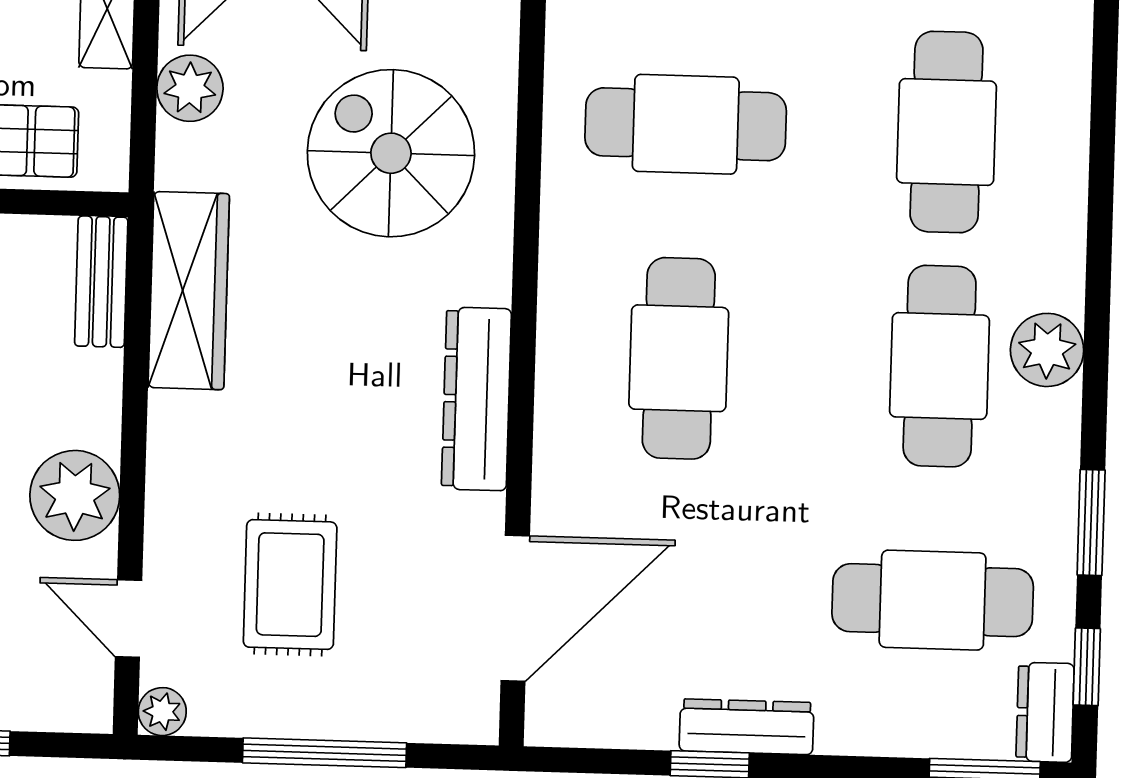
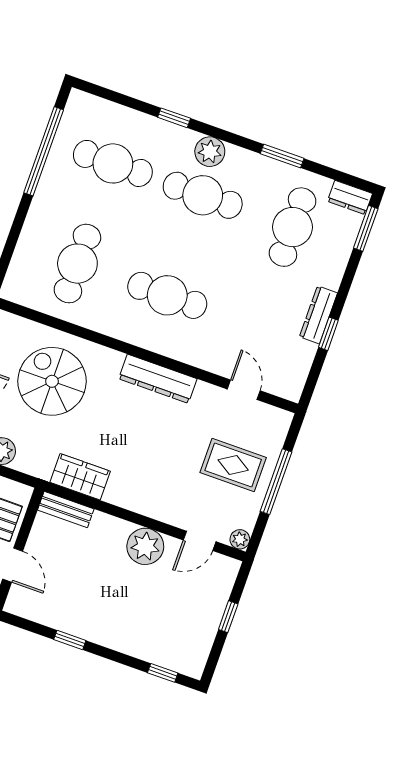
spiral stairs: (391, 153) -> (52, 381), turned 90
wardrobe: (189, 291) -> (80, 477), width x0.67
rug: (290, 585) -> (233, 465), moved
door: (515, 608) -> (244, 390), width x0.53
window: (1087, 667) -> (174, 118), moved

